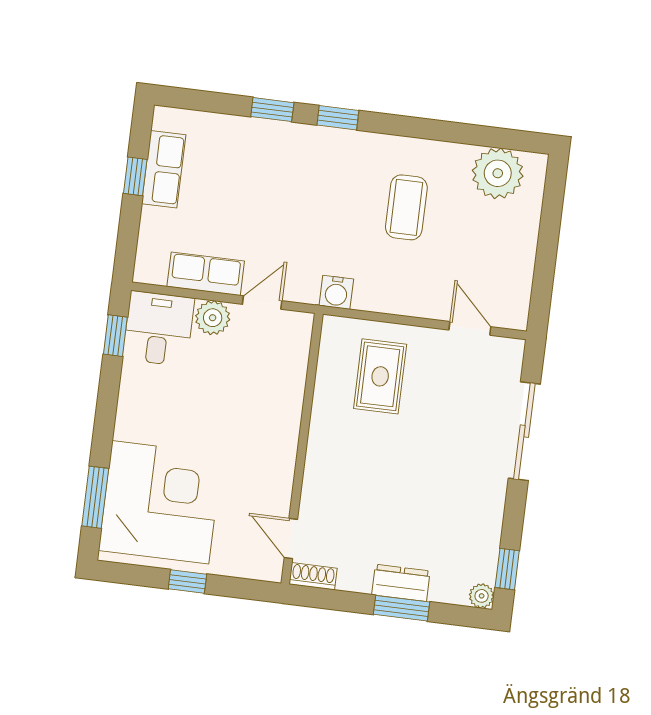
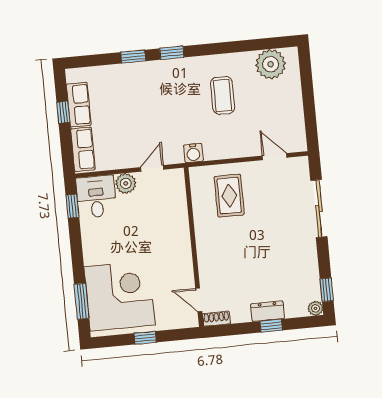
row of seats: (206, 274) -> (83, 149), moved, turned 90
window: (401, 608) -> (271, 326), width x0.67

